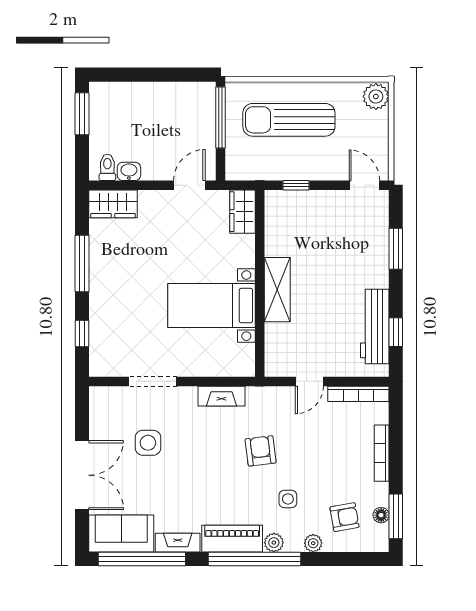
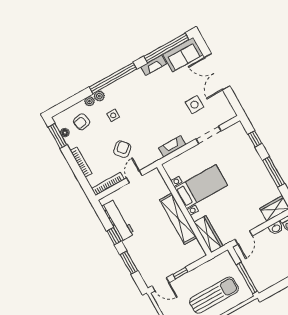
window: (296, 185) -> (180, 273), moved
wardrobe: (242, 212) -> (208, 234), width x1.50
shelving: (277, 290) -> (178, 219), width x1.47
window: (396, 332) -> (114, 236), moved
armchair: (261, 451) -> (122, 149), moved, turned -123
piano: (232, 539) -> (129, 82), removed
plant: (274, 543) -> (99, 96), moved

